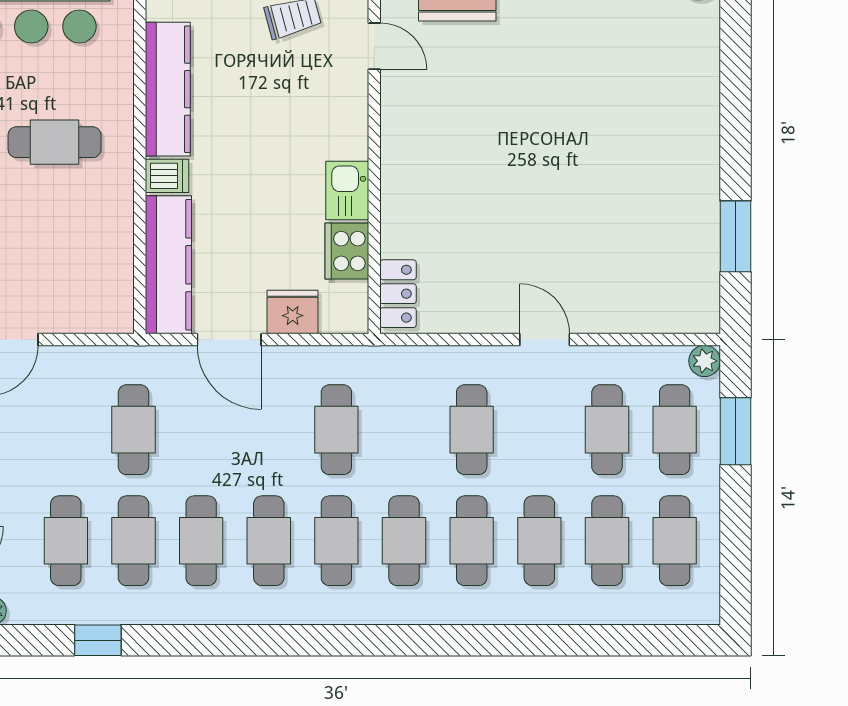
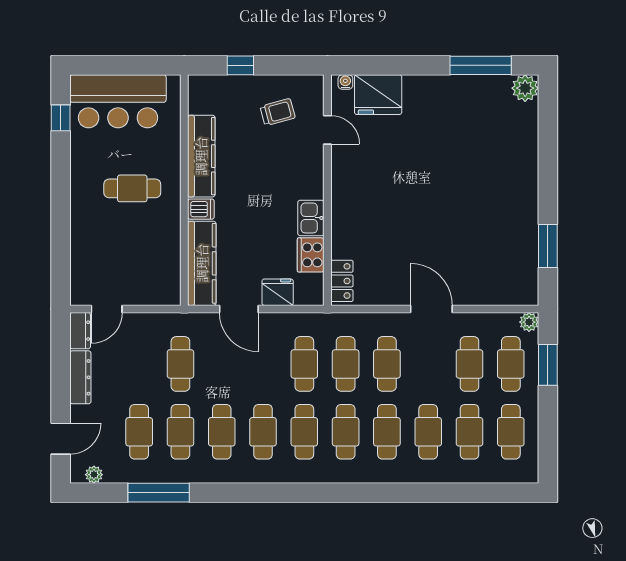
door: (545, 340) -> (431, 309), width x1.38
cafe table: (404, 430) -> (346, 364), added
window: (98, 640) -> (159, 493), width x2.17

